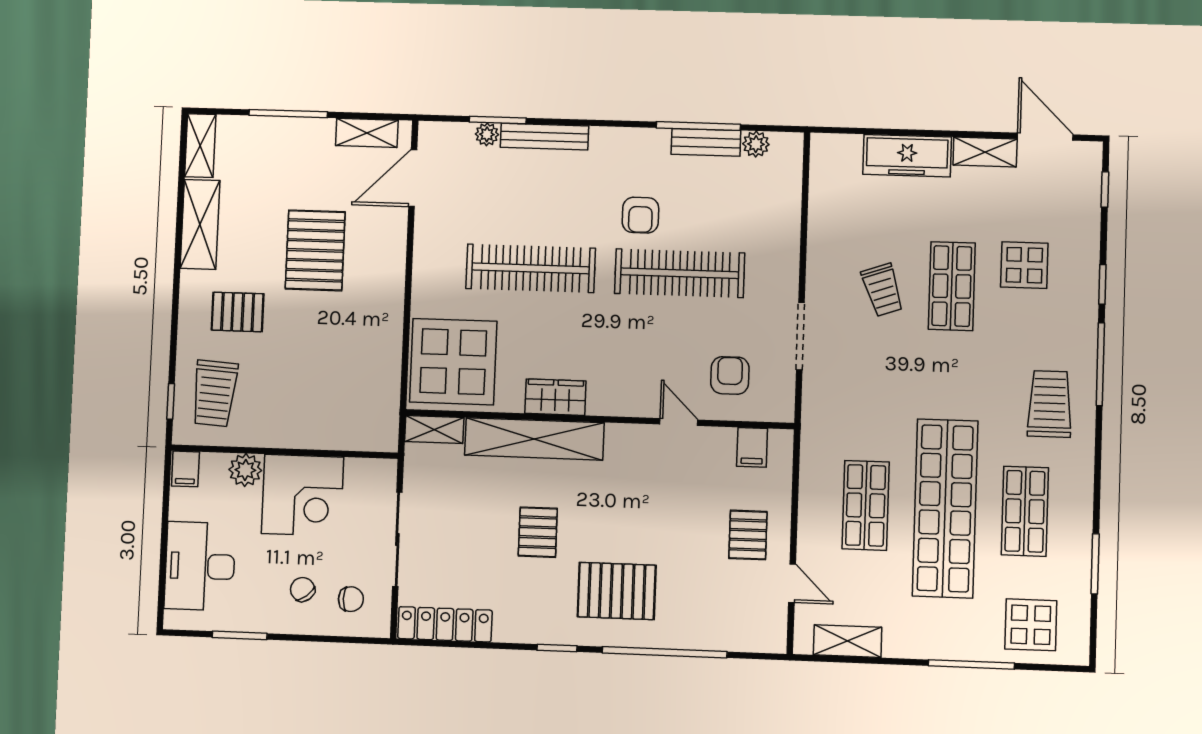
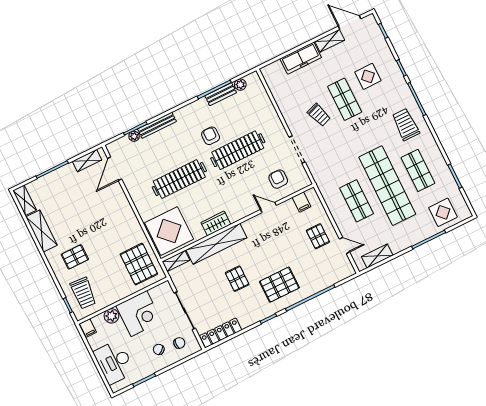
armchair: (640, 215) -> (211, 136), turned 180
pallet: (315, 250) -> (139, 264), moved

